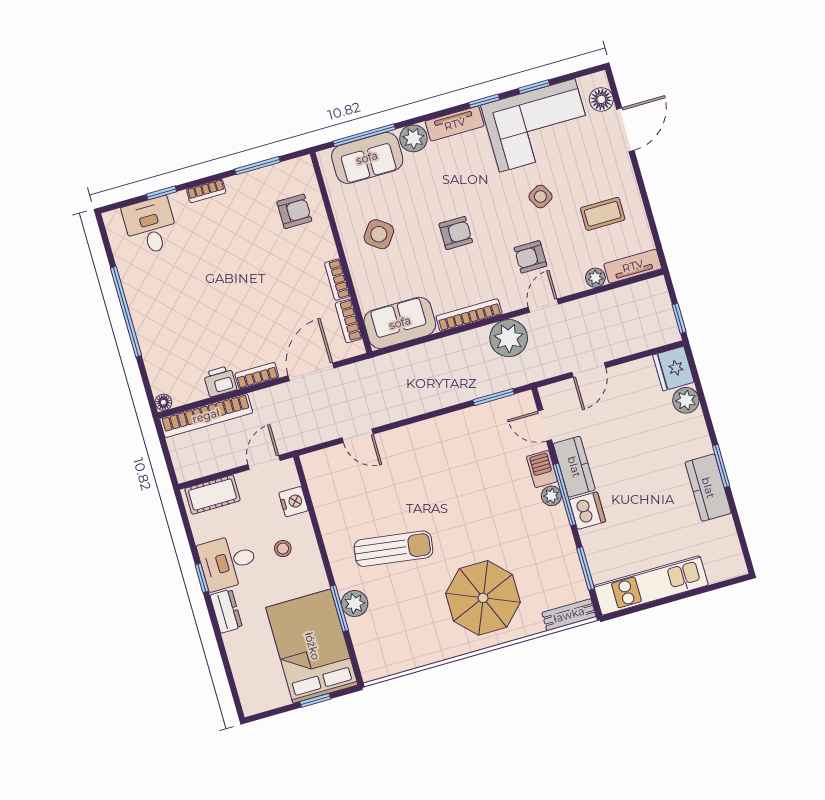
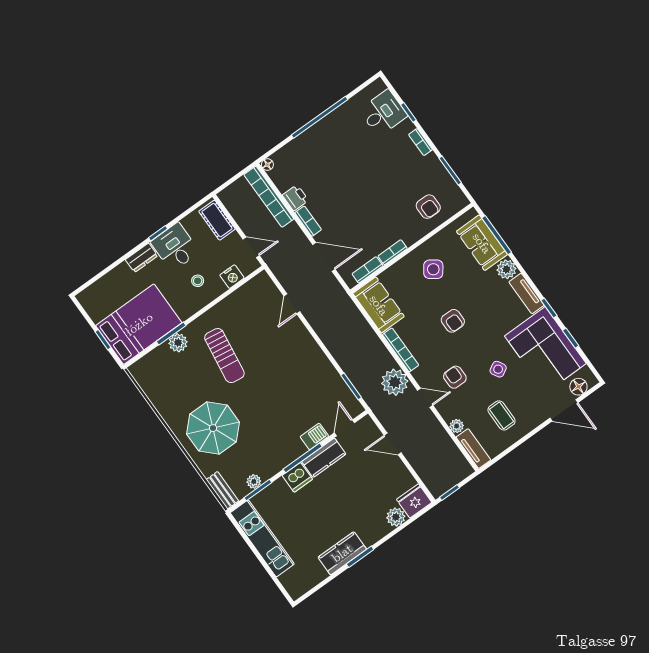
plant: (551, 496) -> (254, 482), moved

